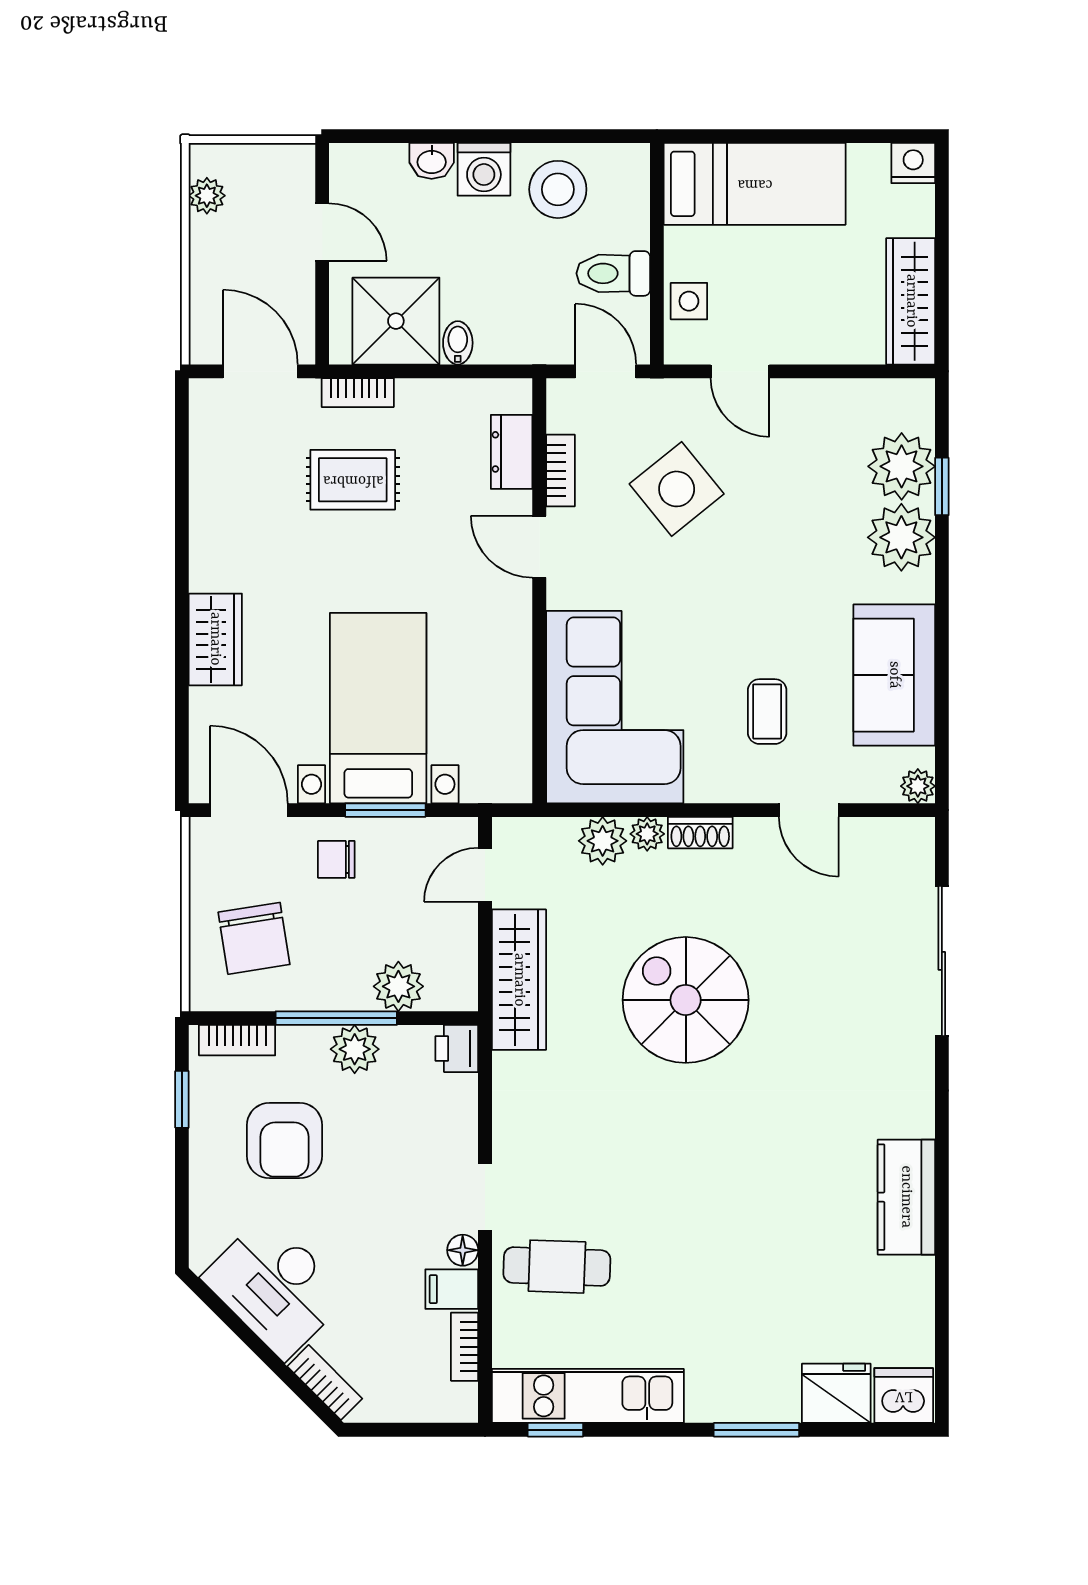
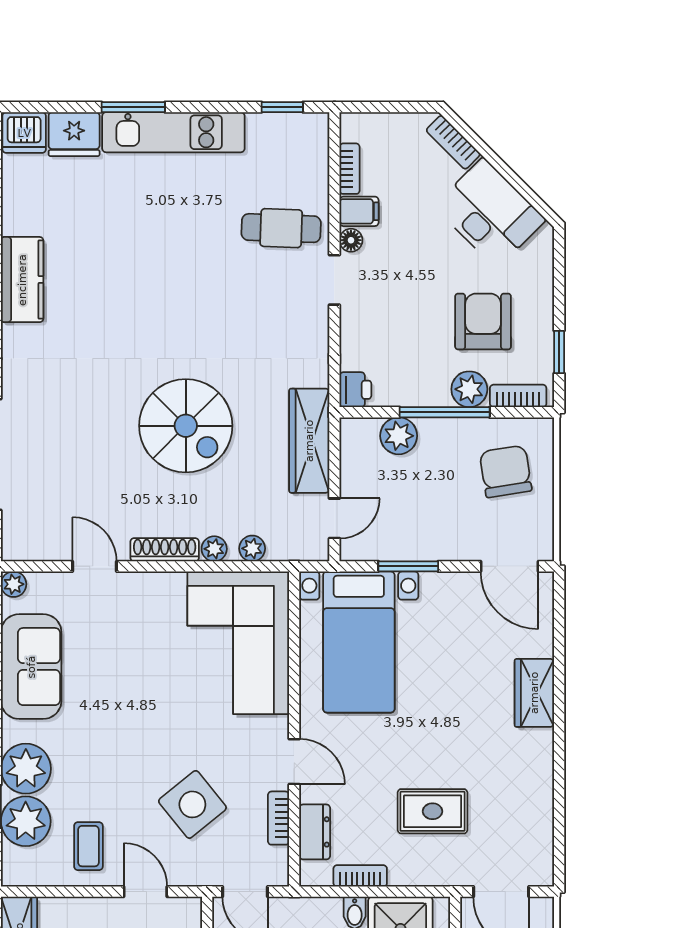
bookcase: (358, 393) -> (360, 876), moved
bed with nightstands: (378, 708) -> (359, 642), moved
coffee table: (767, 712) -> (88, 846), moved
shoe rack: (700, 833) -> (165, 550), width x1.43
plant: (603, 841) -> (252, 548), width x0.73, depth x0.73
chair: (336, 859) -> (445, 530), removed
plant: (355, 1049) -> (469, 389), moved
kitchen unit: (588, 1396) -> (173, 132), moved

